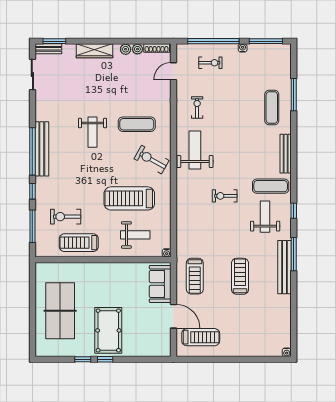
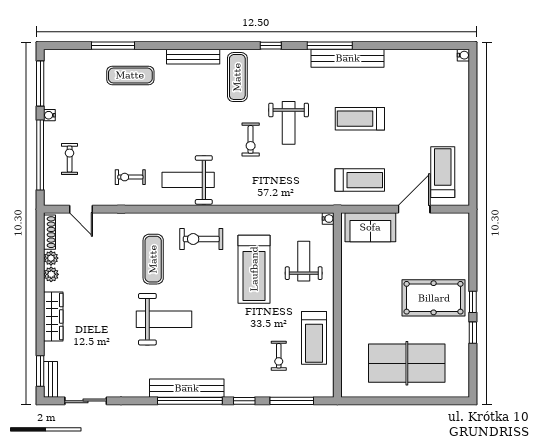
weight bench: (93, 132) -> (164, 319), width x1.36, depth x1.33
exercise bike: (152, 160) -> (201, 239), turned 61
exercise bike: (66, 217) -> (279, 356), width x0.73, depth x0.72
weight bench: (265, 217) -> (289, 123), moved, turned -90

